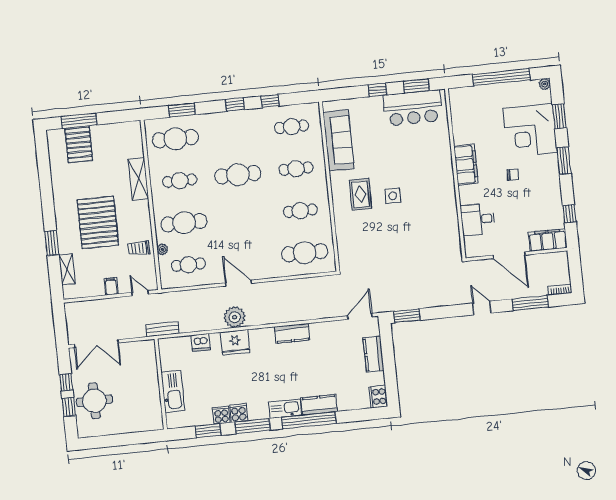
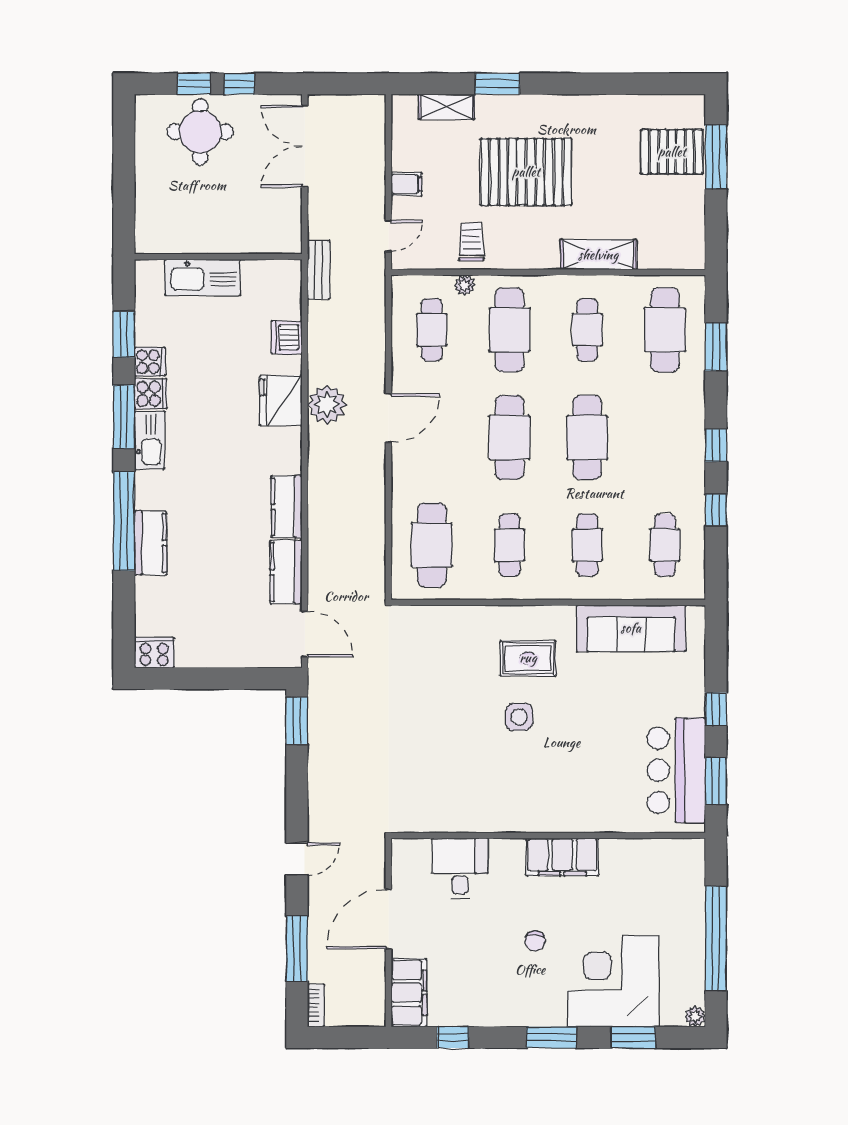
cafe table: (242, 217) -> (509, 437), added
kitchen counter: (374, 354) -> (286, 572), moved, turned -90
kitchen sink: (285, 409) -> (150, 440), moved

